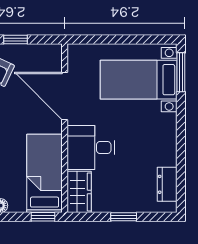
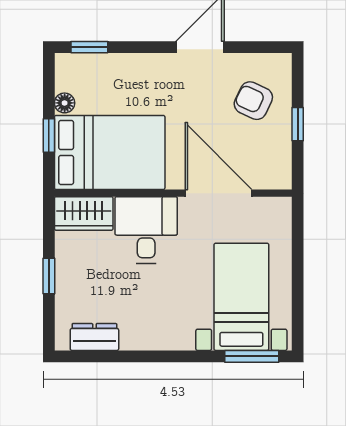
door: (65, 96) -> (218, 193), hinge flipped
bed: (45, 173) -> (110, 152), width x1.50
window: (43, 217) -> (49, 136), moved

